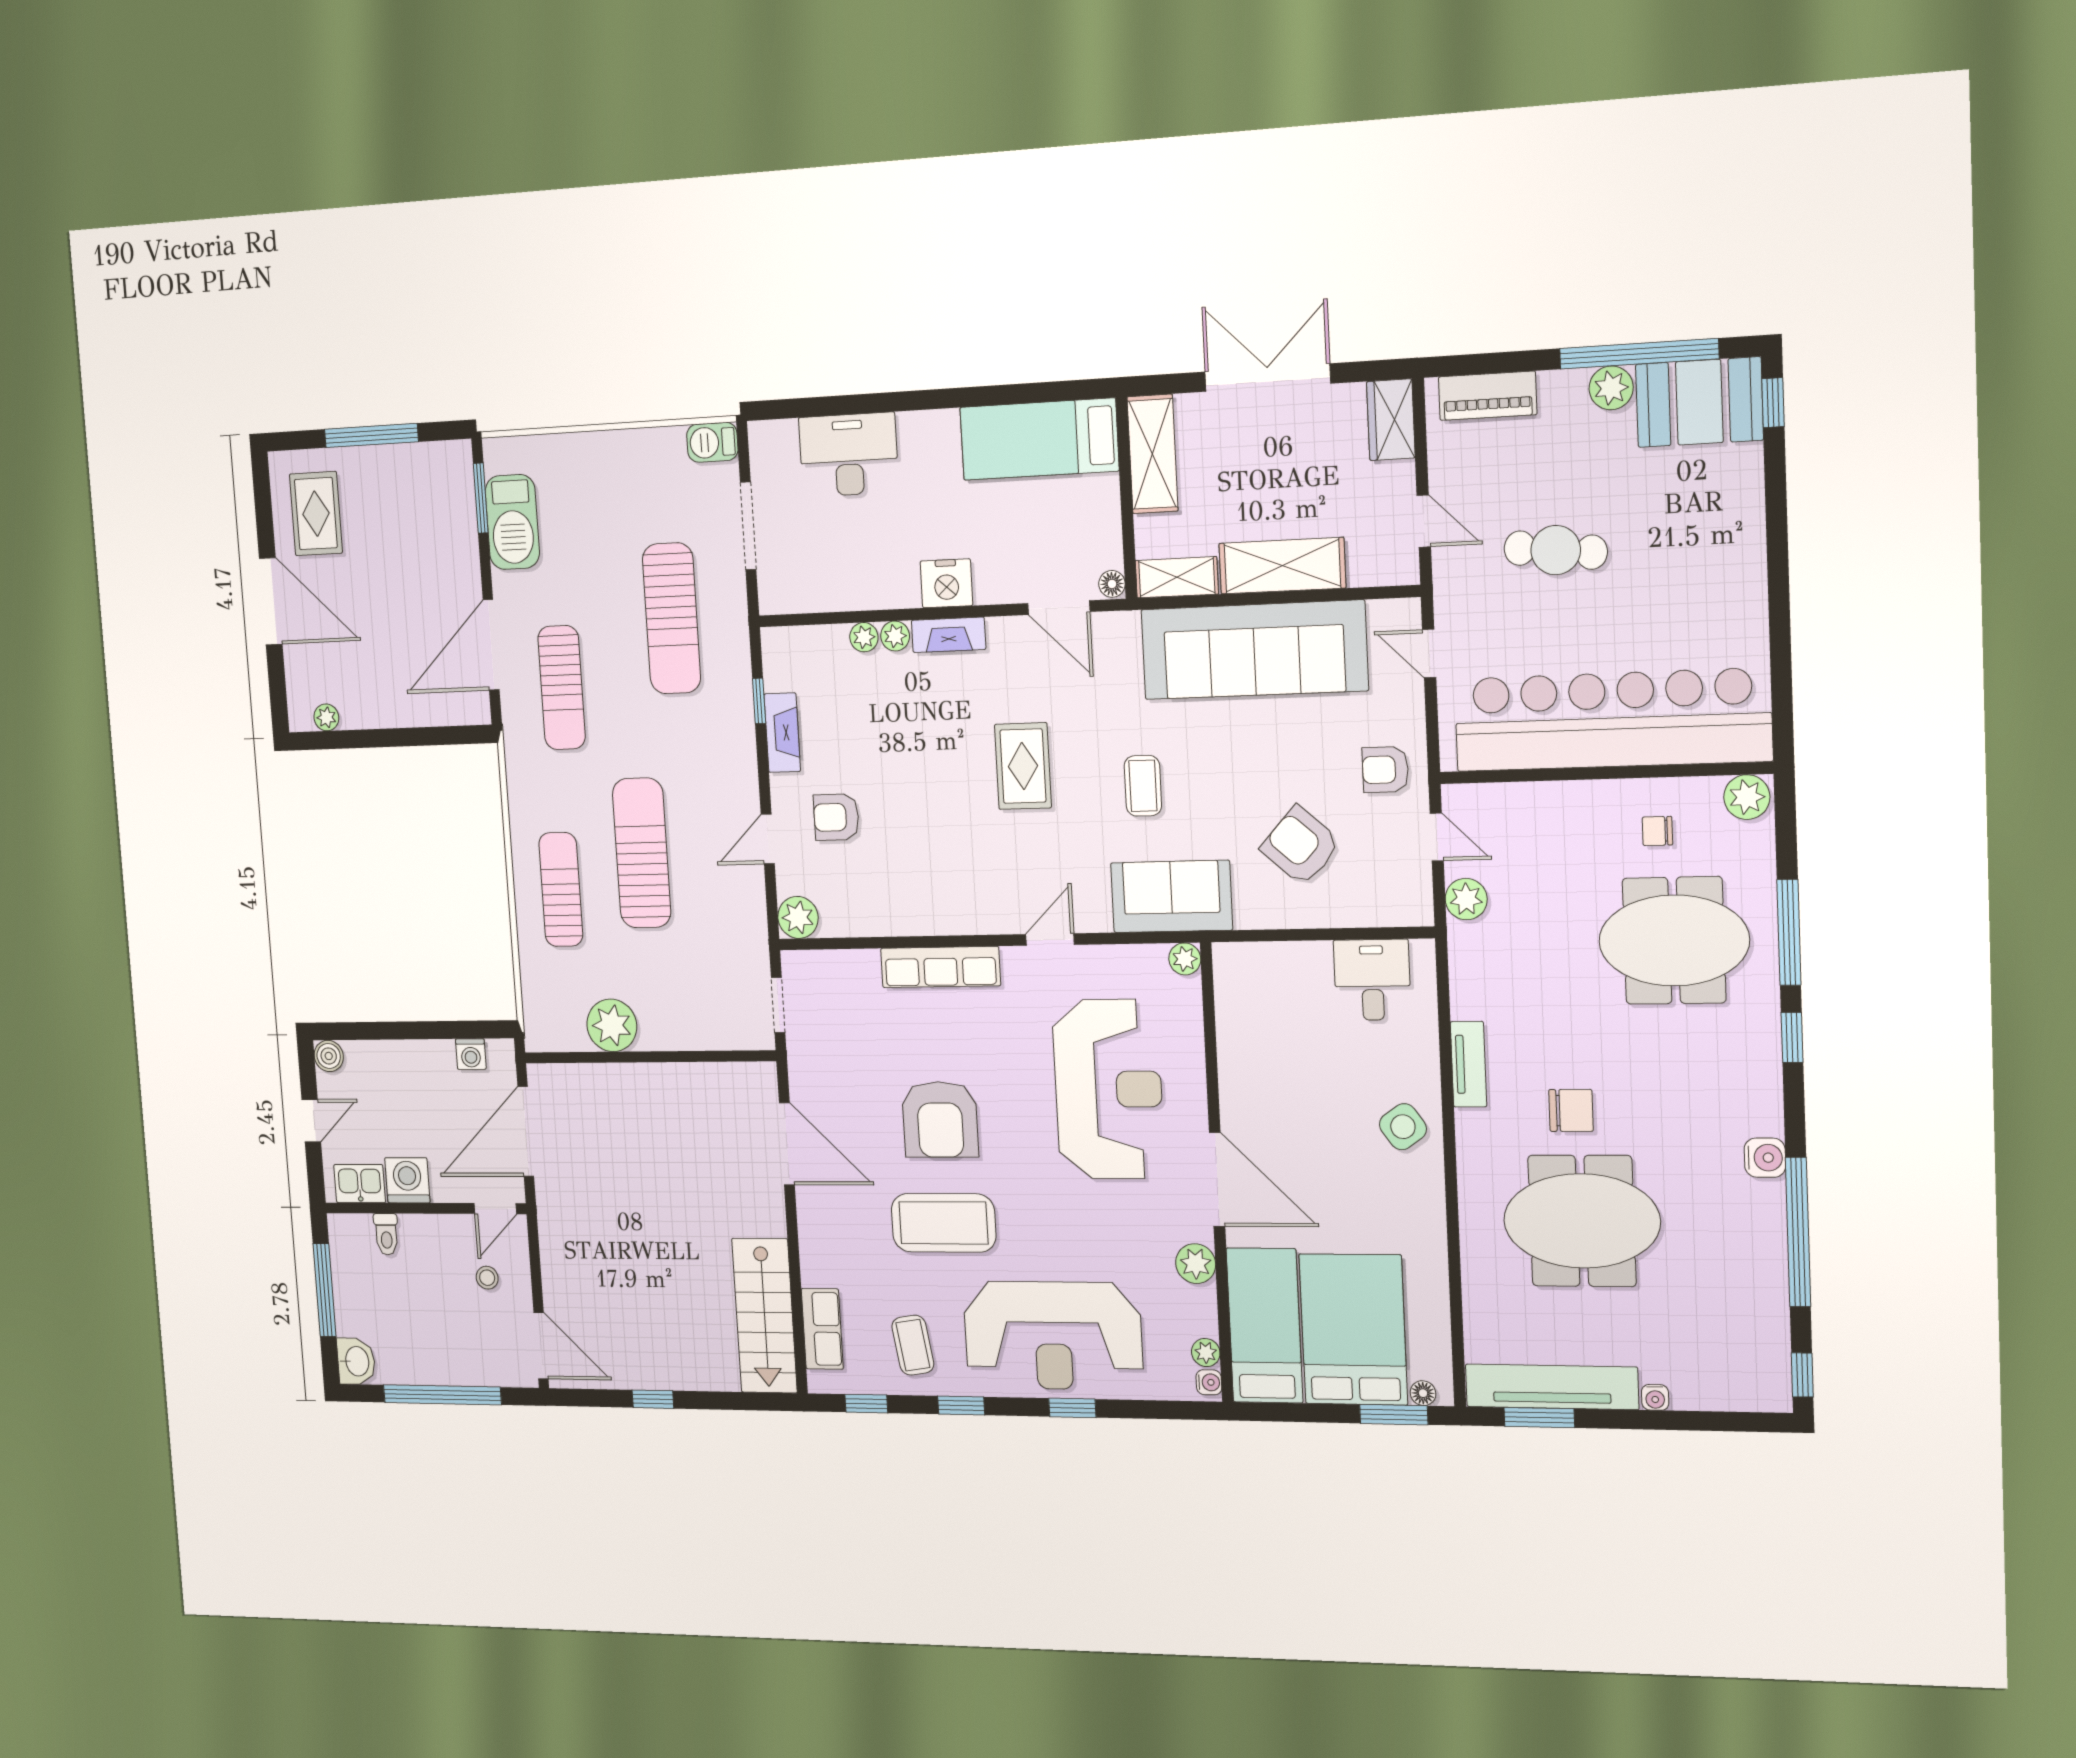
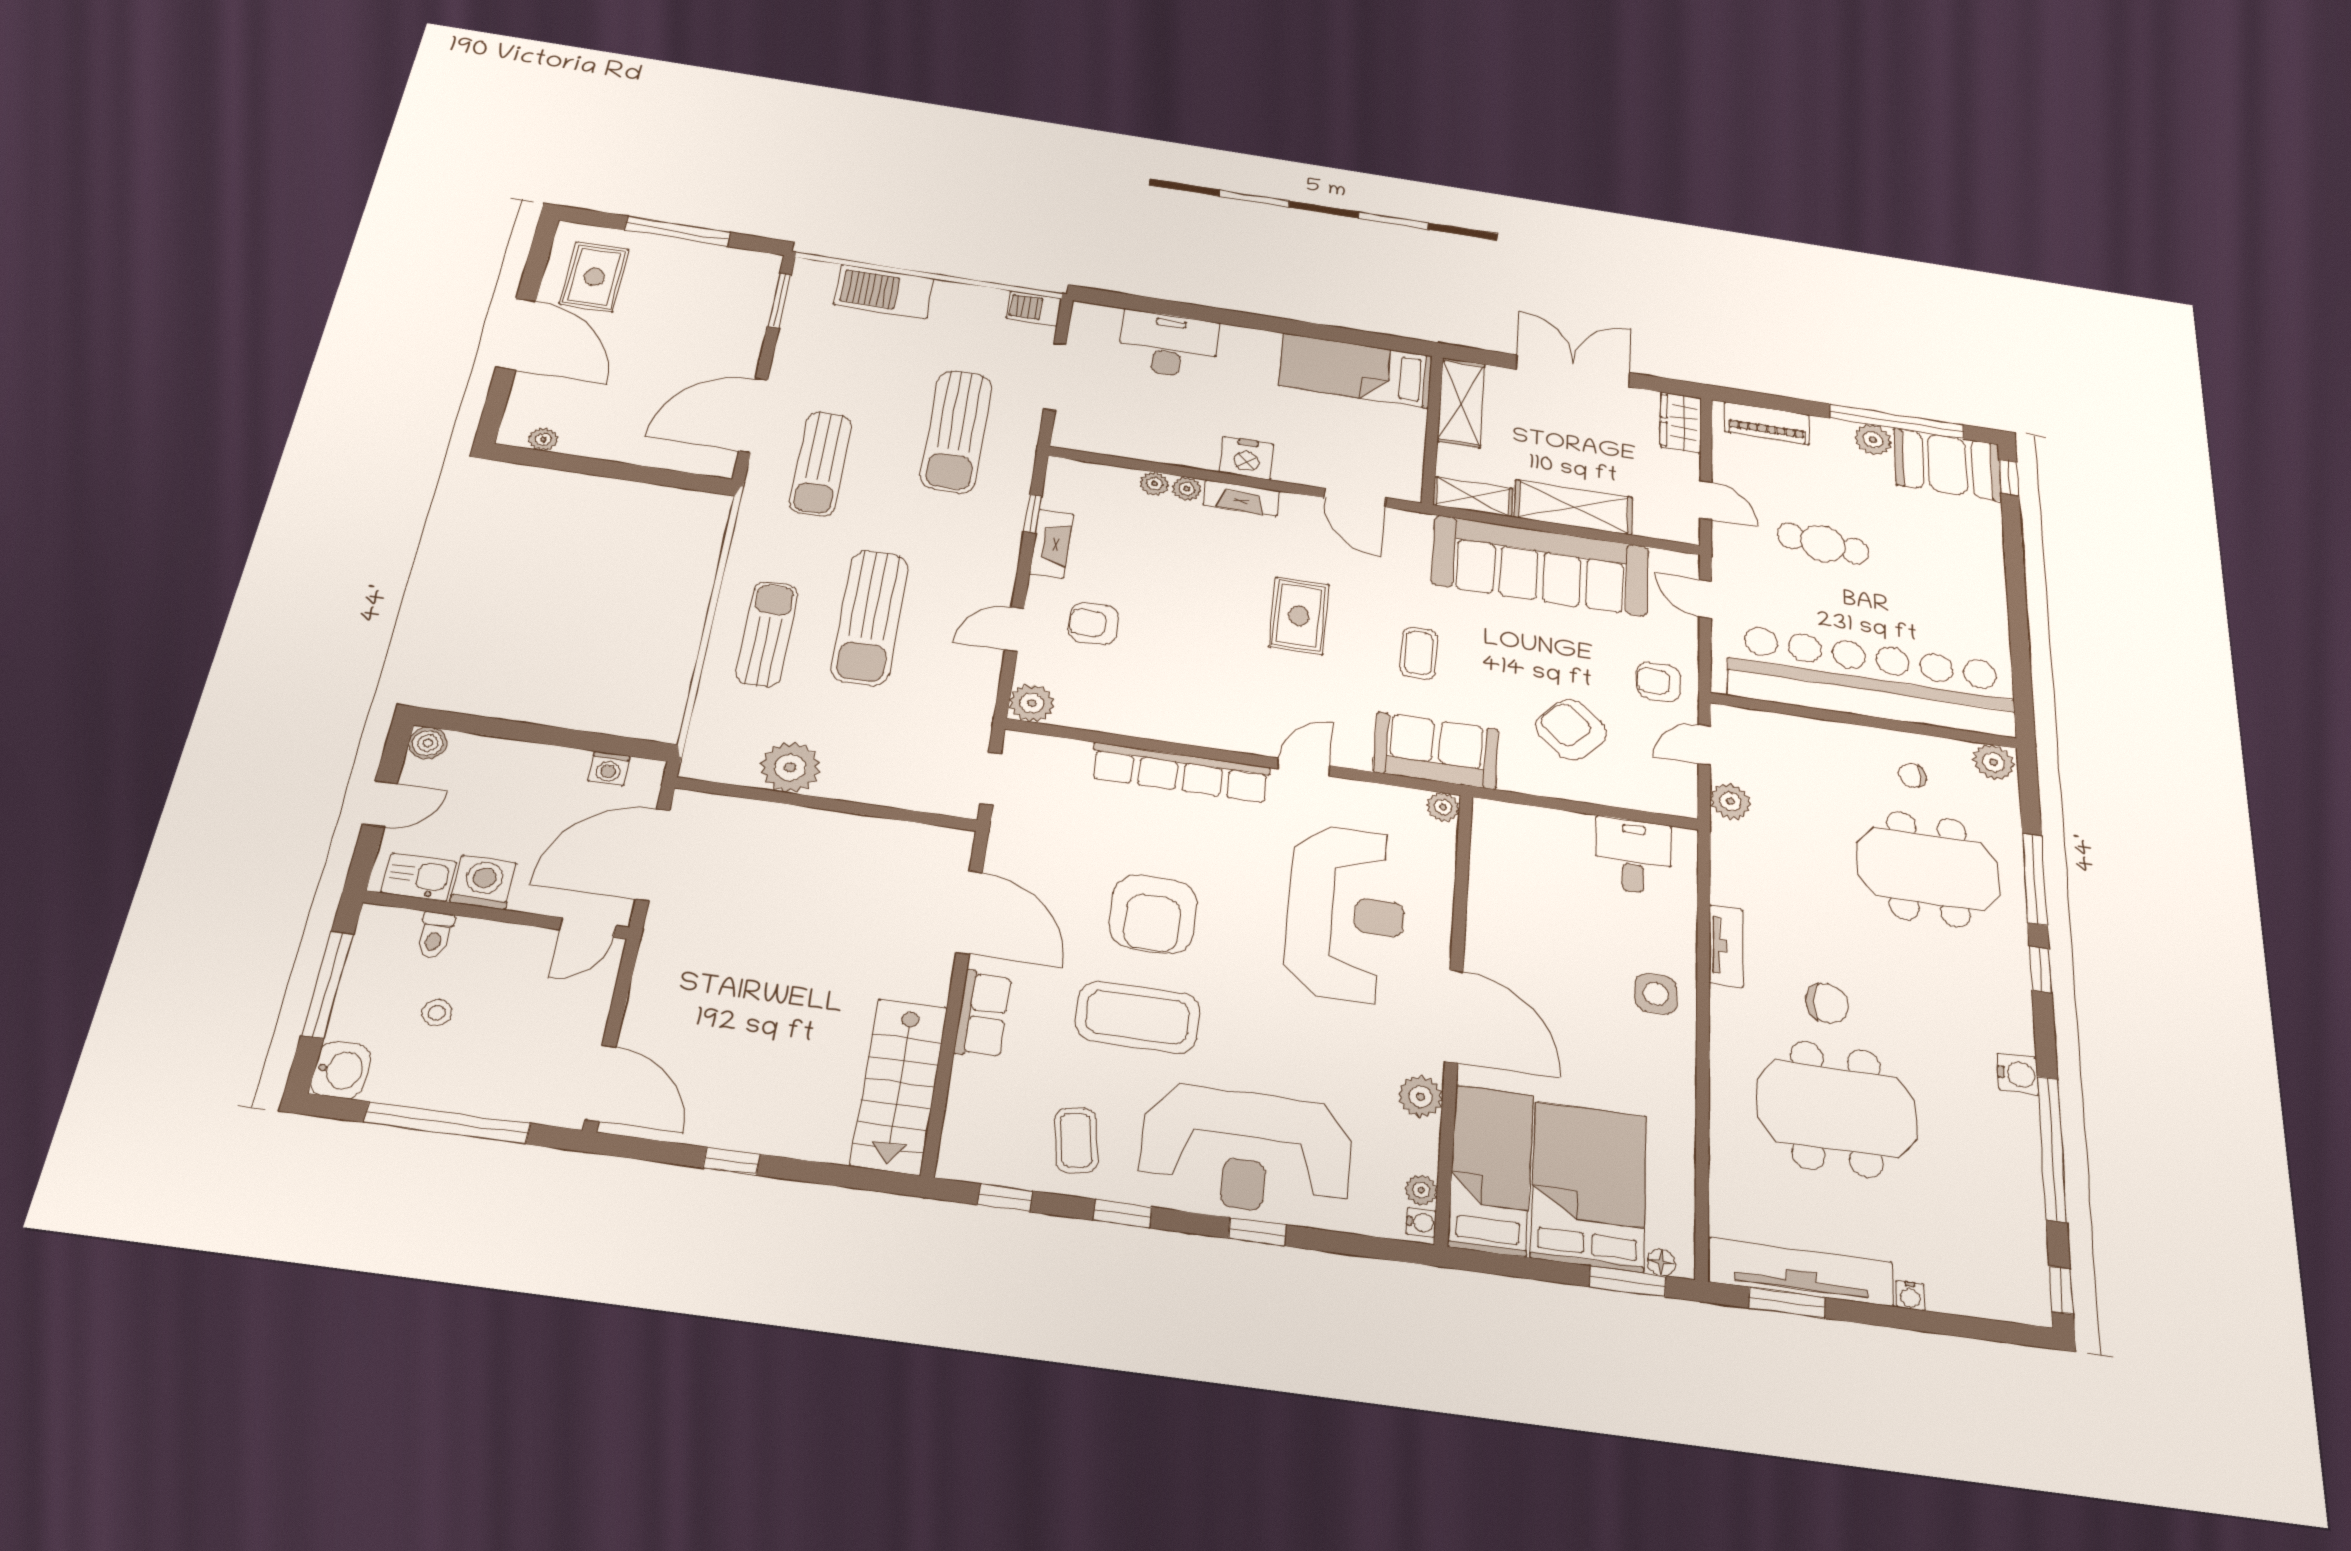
barbecue: (512, 522) -> (884, 291), moved, turned 90
floor lamp: (1112, 584) -> (1410, 490), removed
door: (1437, 837) -> (1705, 745), swing flipped
sun lounger: (642, 853) -> (870, 617), turned 180
row of seats: (940, 967) -> (1181, 773), width x1.36
side table: (1403, 1127) -> (1656, 994), turned 35
stool: (487, 1278) -> (437, 1013), moved
row of seats: (822, 1329) -> (983, 1014), moved

